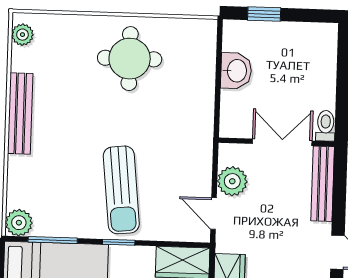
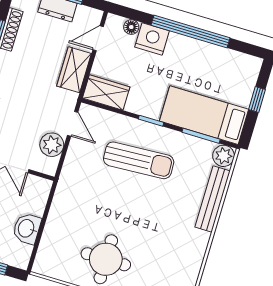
bench: (20, 113) -> (213, 199), moved
sun lounger: (121, 190) -> (139, 160), turned 93

